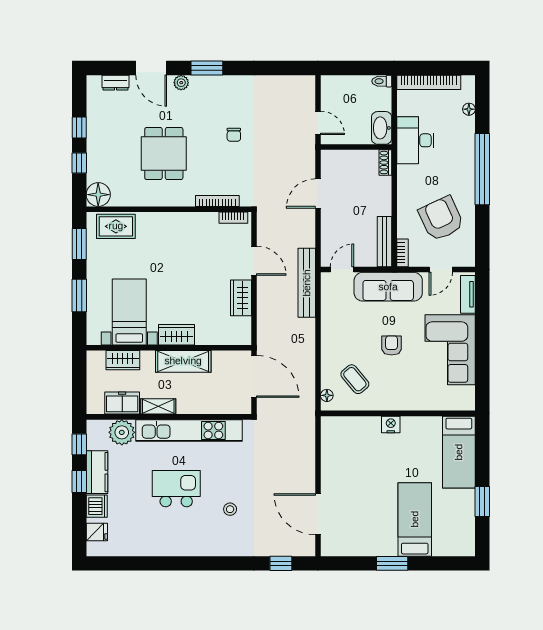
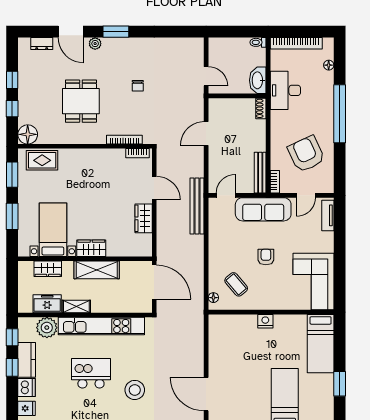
corner sofa: (450, 350) -> (313, 282), moved
stool: (230, 509) -> (135, 390), width x1.89, depth x1.89

